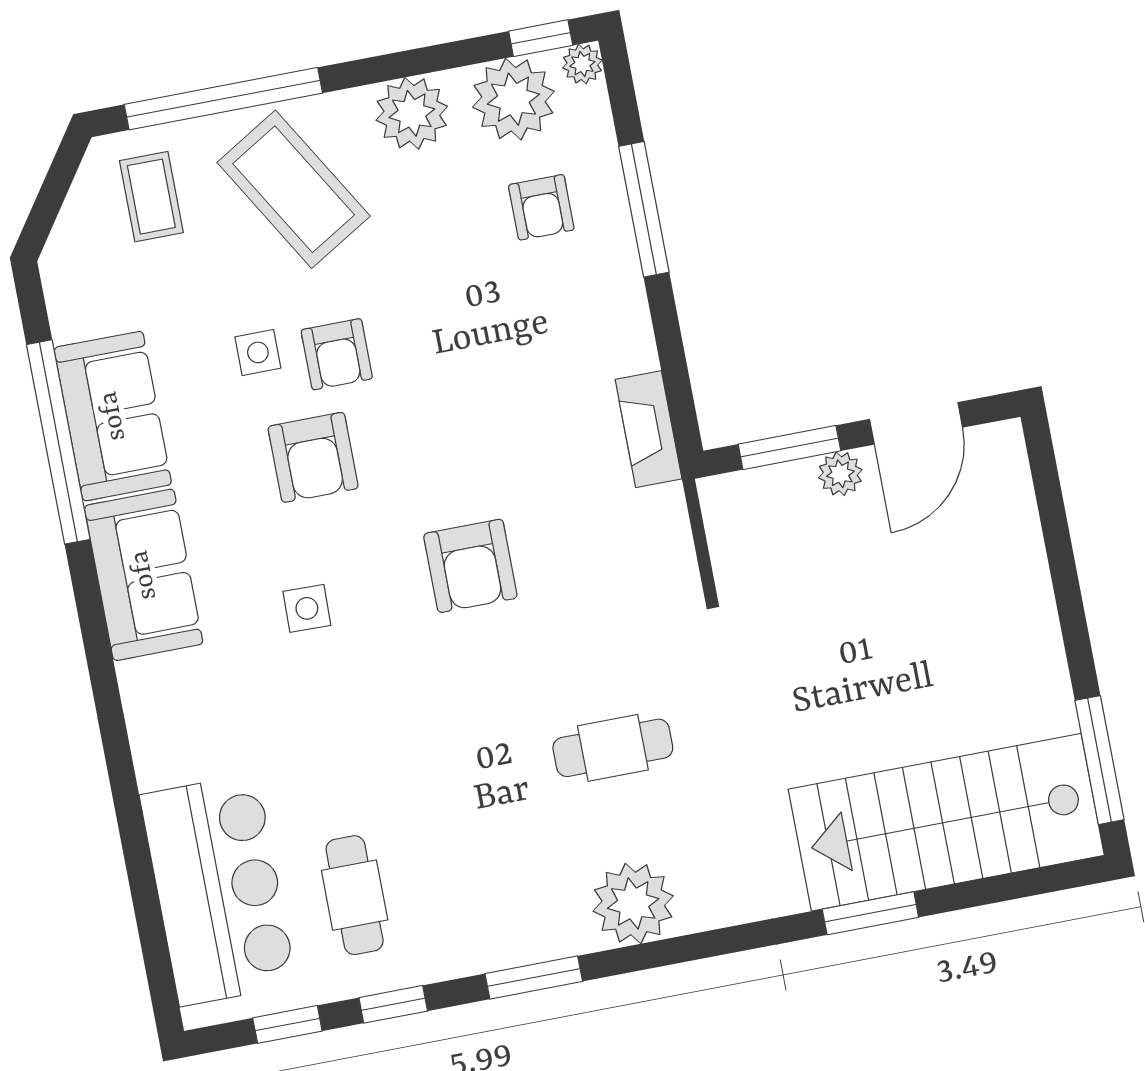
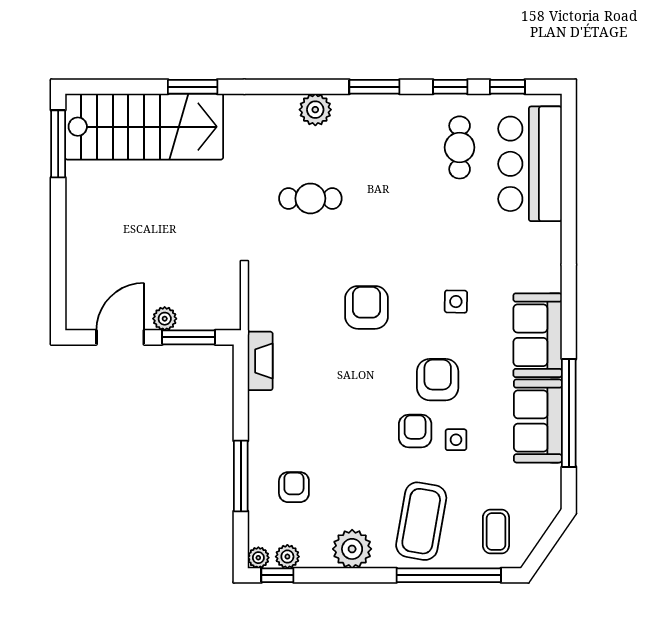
plant: (513, 99) -> (287, 557), width x0.53, depth x0.53
coffee table: (294, 189) -> (421, 521), turned 41
plant: (633, 903) -> (315, 110), width x0.73, depth x0.73

